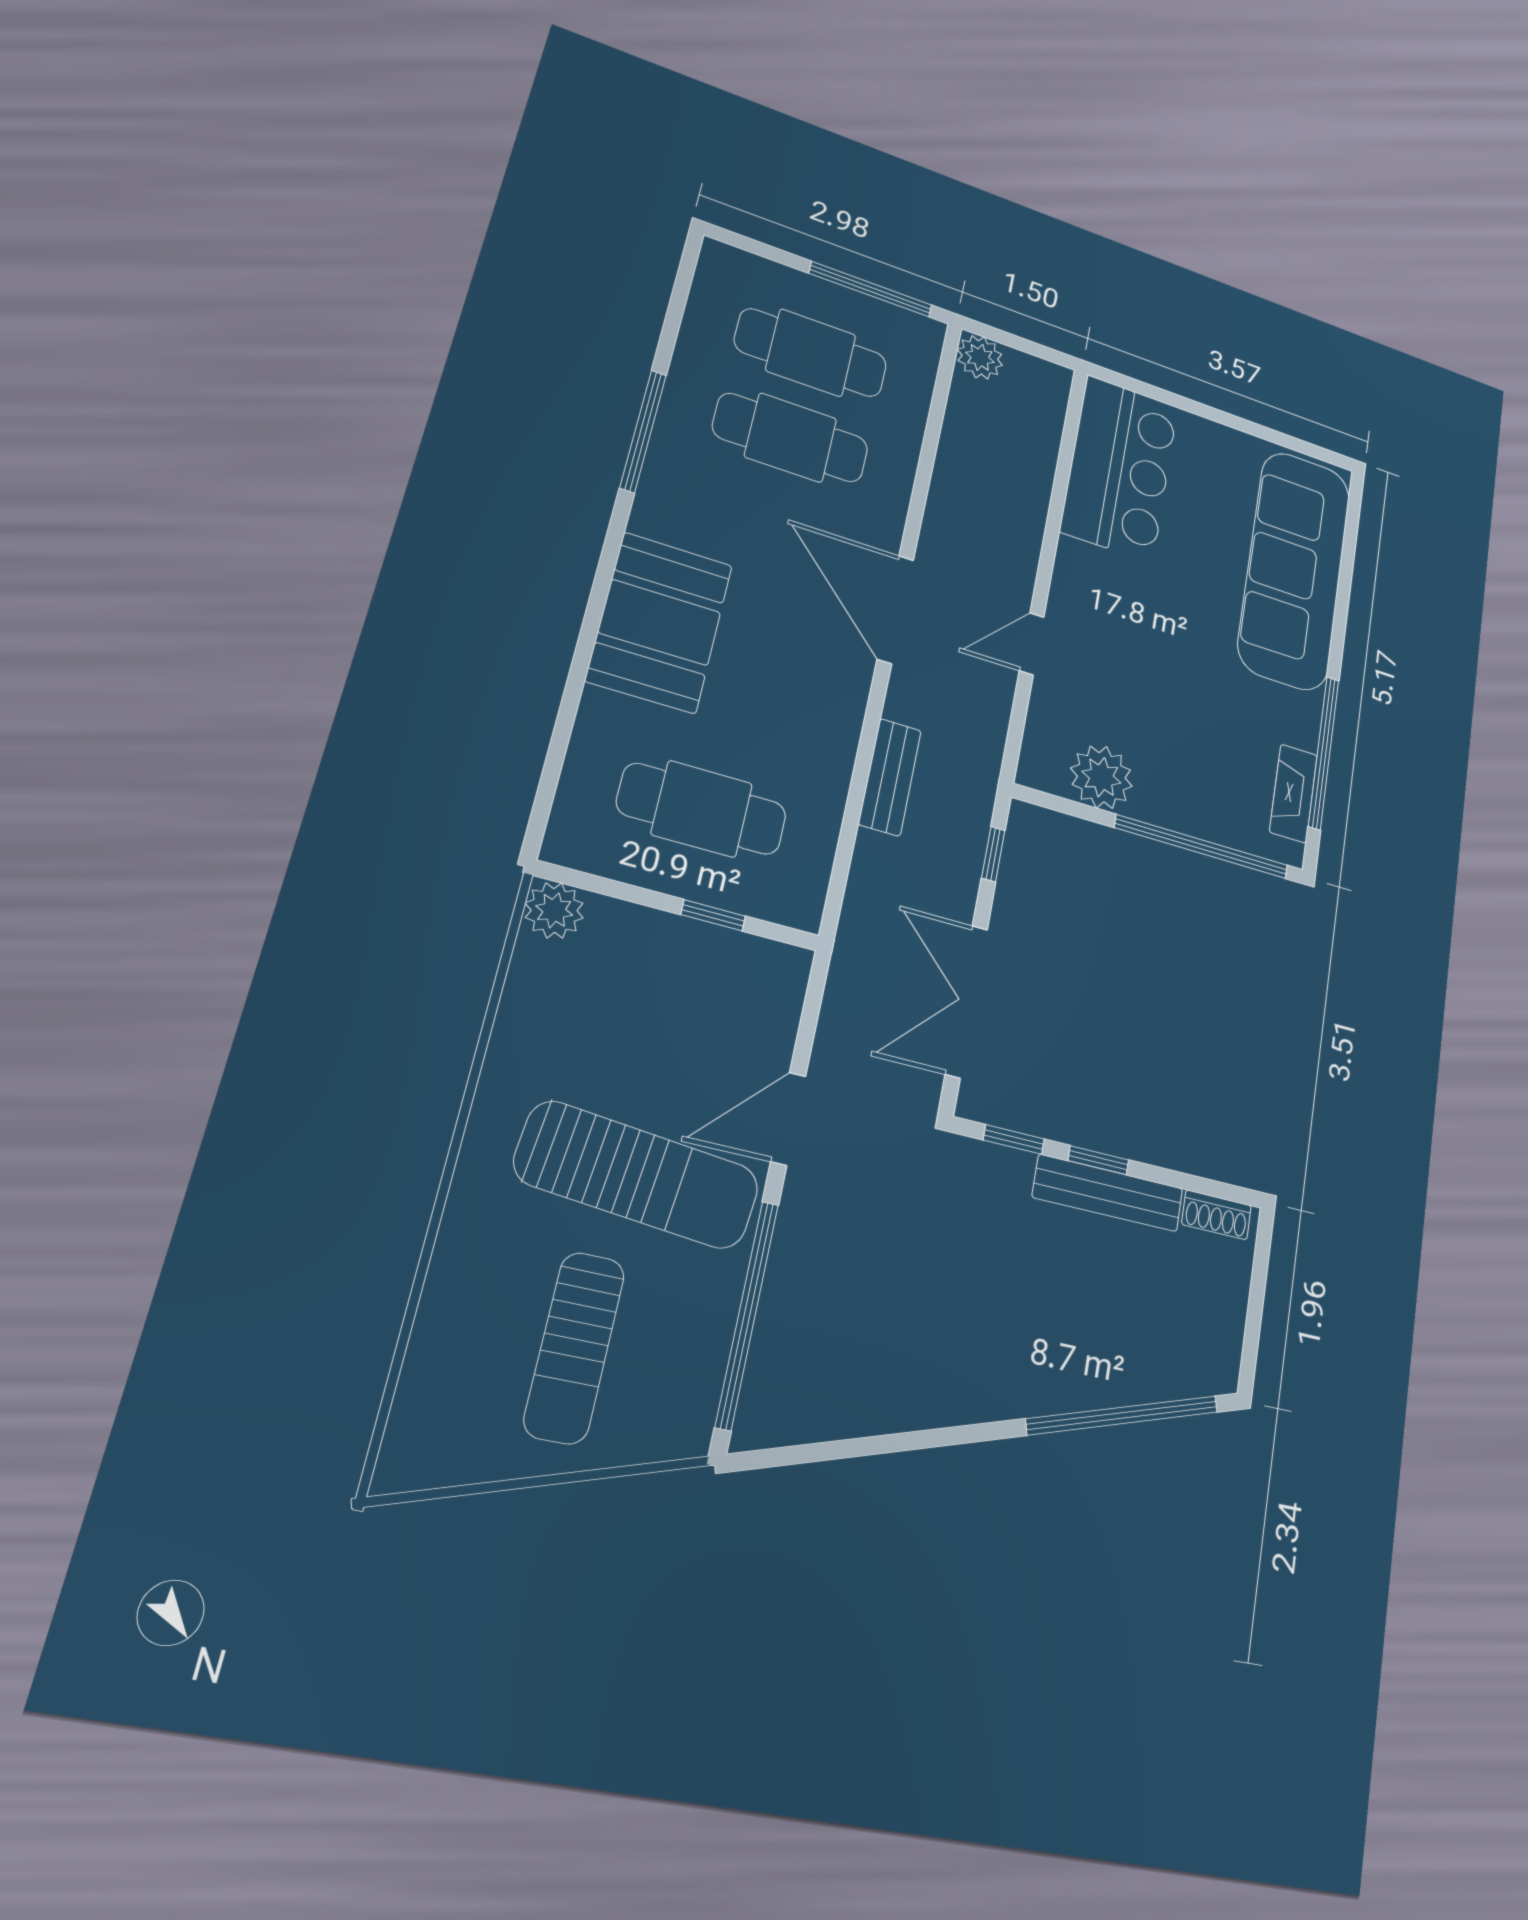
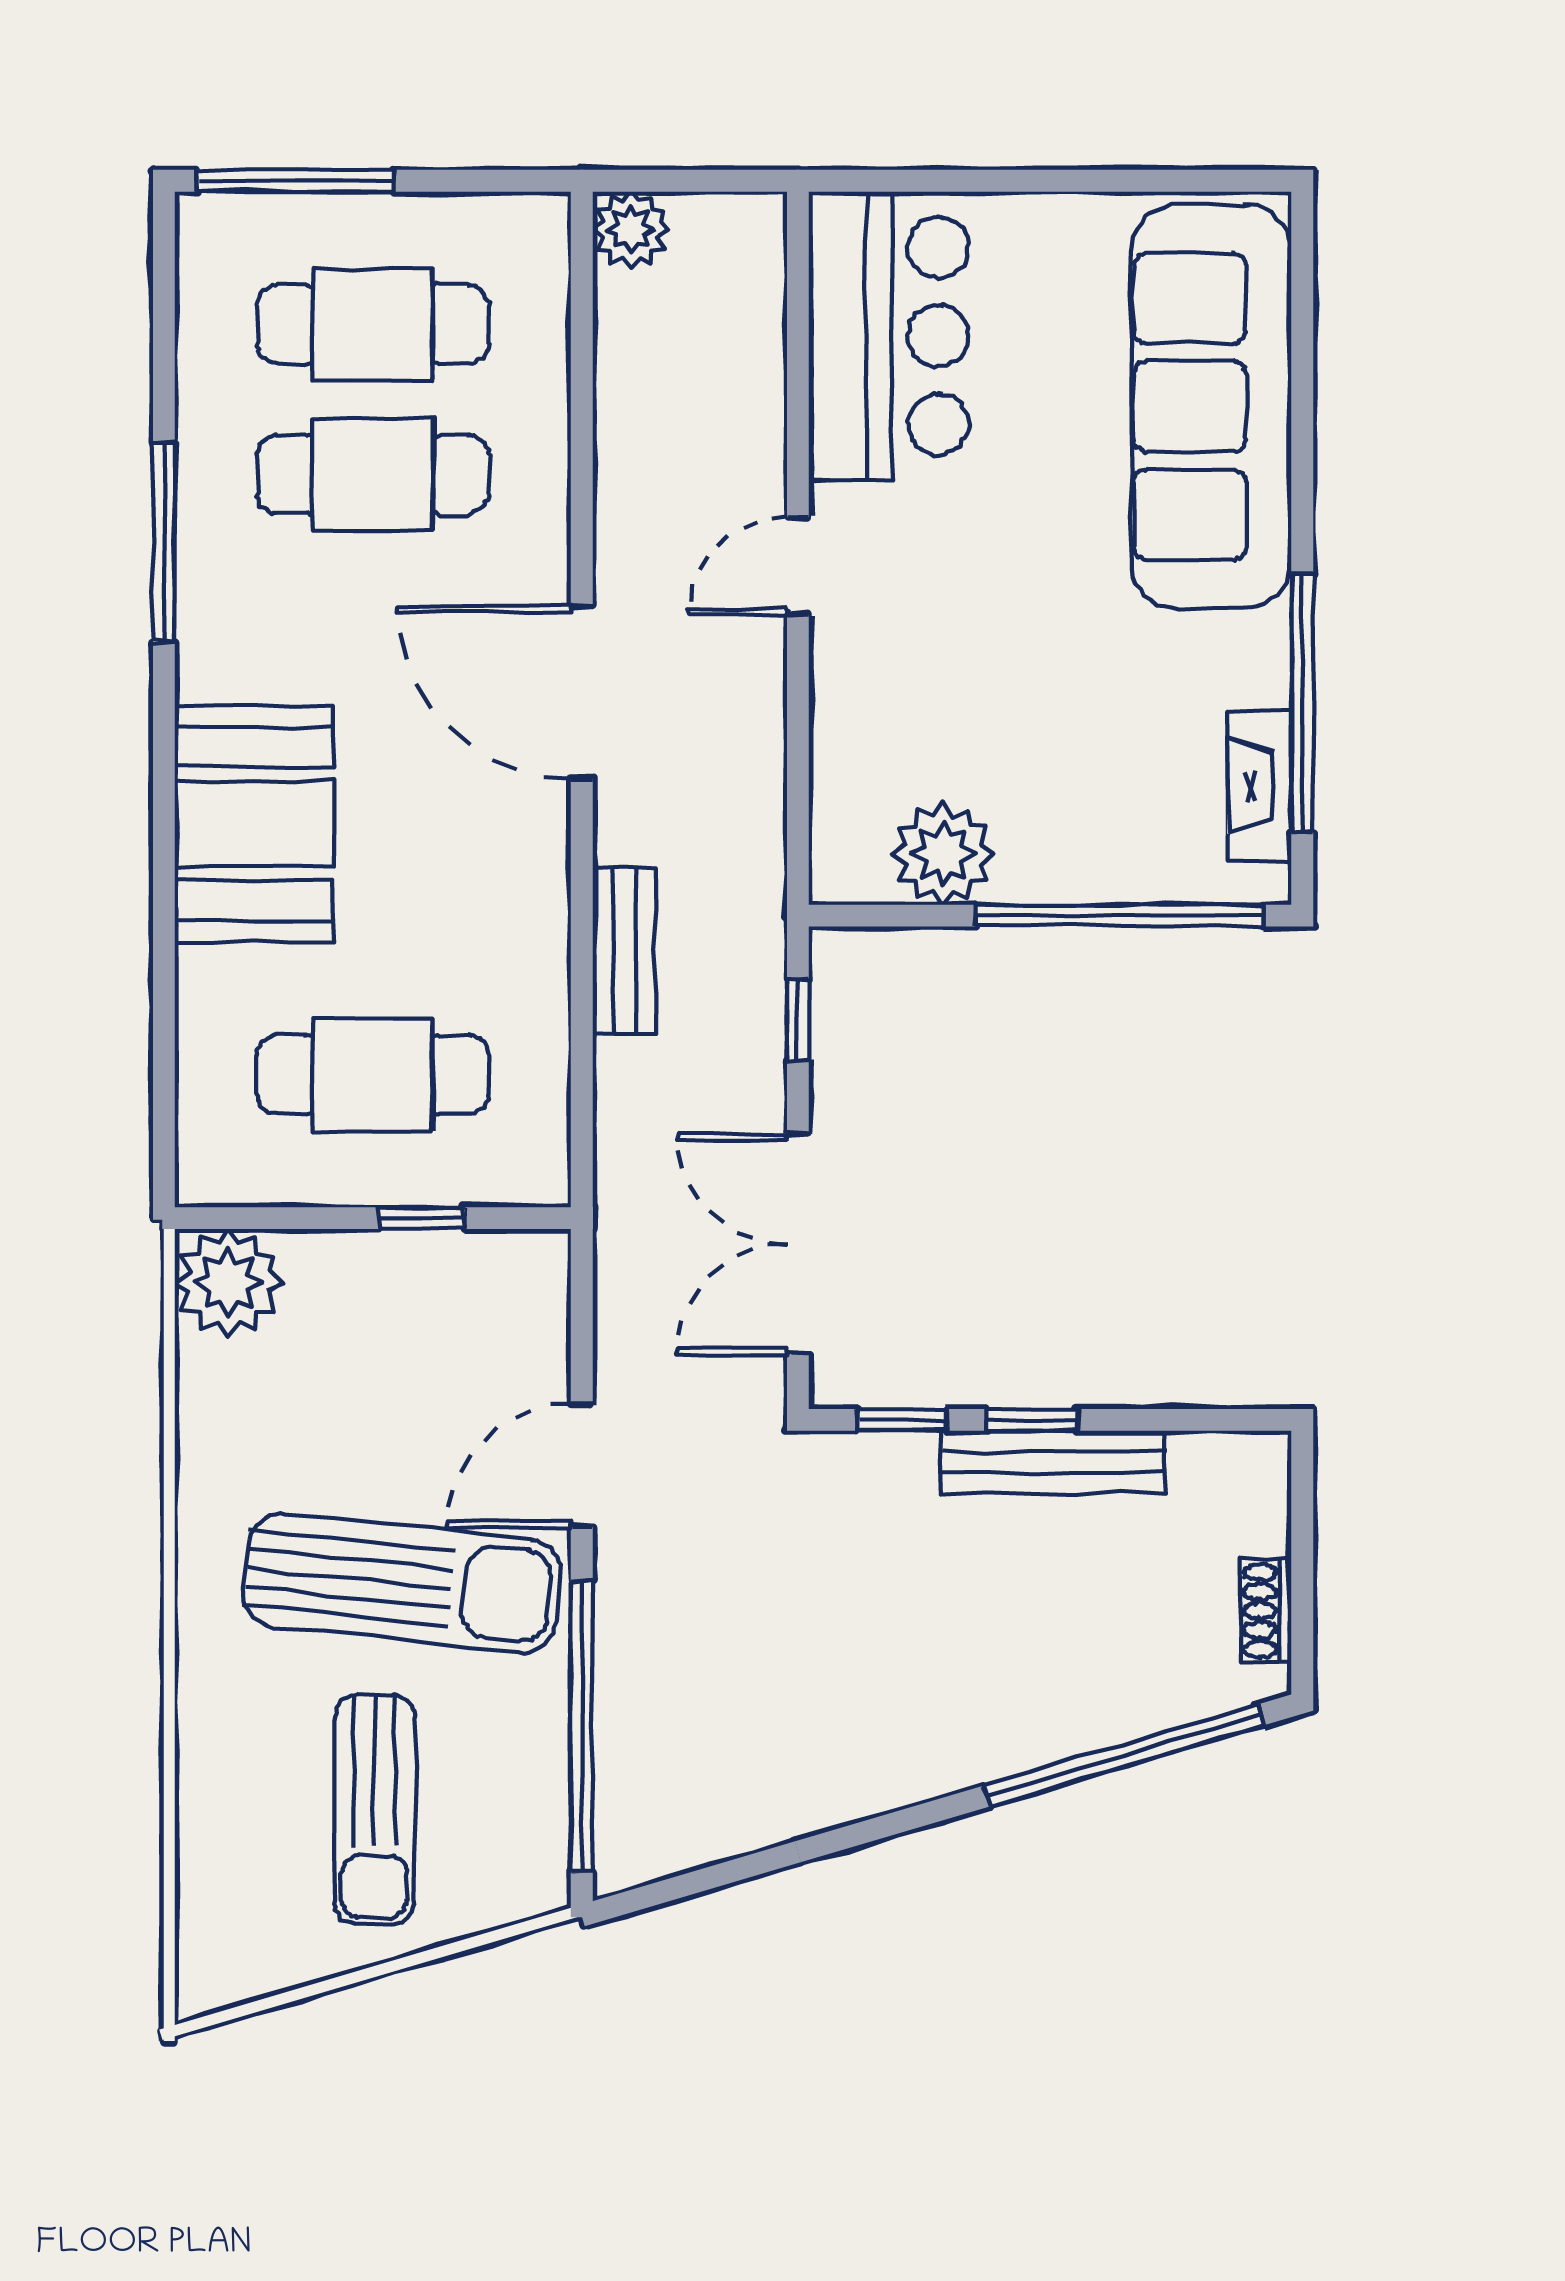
window: (871, 289) -> (295, 181), moved
door: (1032, 644) -> (798, 566), moved
plant: (554, 910) -> (228, 1282), width x1.36, depth x1.36
shoe rack: (1216, 1215) -> (1266, 1611), moved, turned 90

